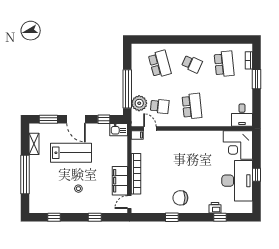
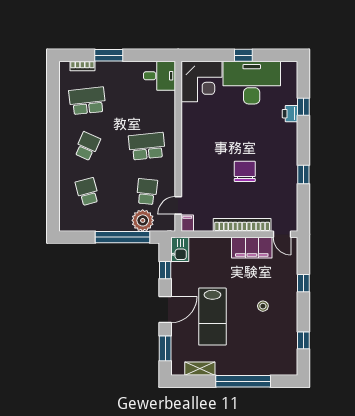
school desk: (160, 64) -> (87, 192), width x0.54
lab bench: (71, 153) -> (212, 317), turned 180
chair: (180, 198) -> (245, 171), moved, turned 180

